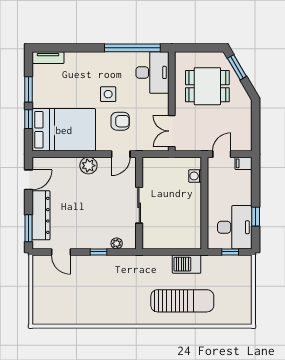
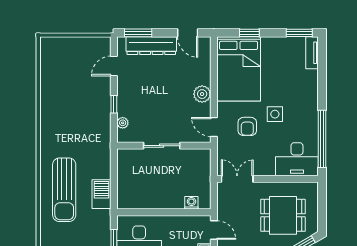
dining table: (207, 86) -> (283, 215), turned 90
window: (29, 89) -> (299, 33), moved

